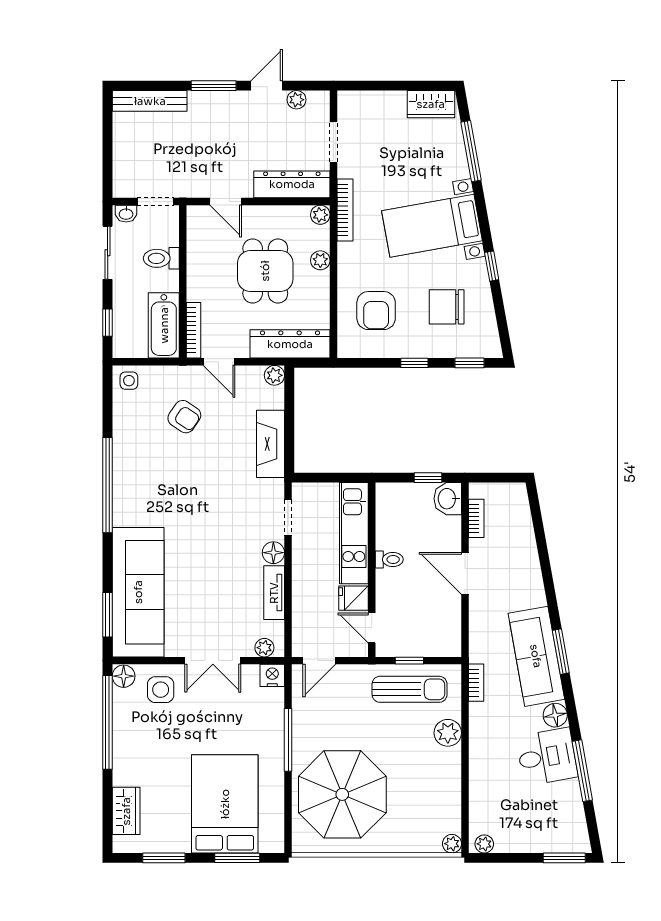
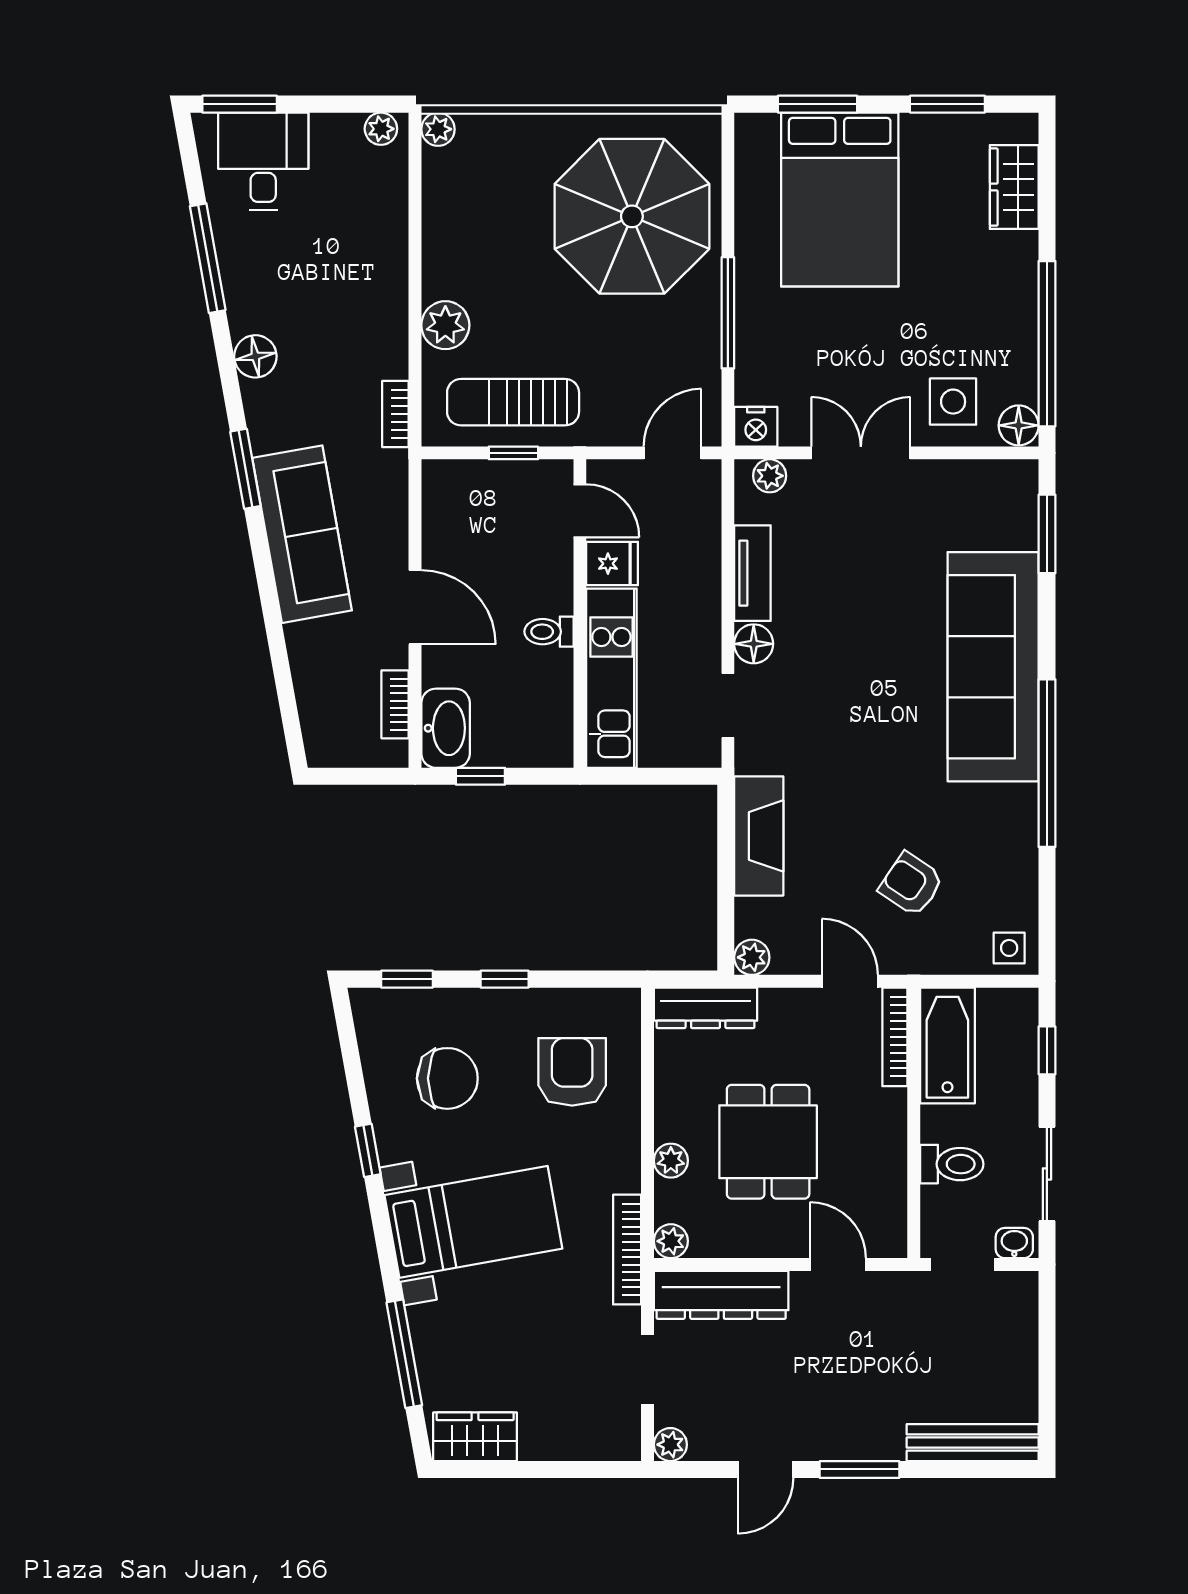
plant: (297, 100) -> (670, 1445), moved
dresser: (290, 344) -> (706, 1008), width x0.73, depth x0.80
washbasin: (448, 499) -> (446, 728), width x1.38
sofa: (138, 592) -> (993, 667), moved
sofa: (536, 656) -> (302, 534), moved
desk: (547, 757) -> (263, 161), moved, turned 100

